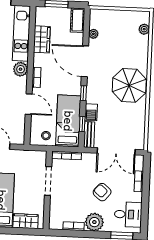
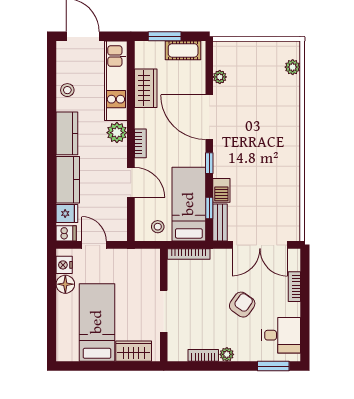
cot: (78, 20) -> (183, 50), moved, turned 90
parasol: (129, 85) -> (275, 149), removed
doorway: (48, 181) -> (164, 311), moved
armchair: (102, 192) -> (242, 305), turned 85
plant: (94, 222) -> (227, 354), width x0.53, depth x0.53

